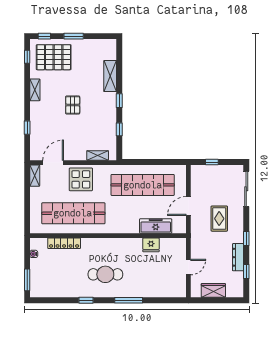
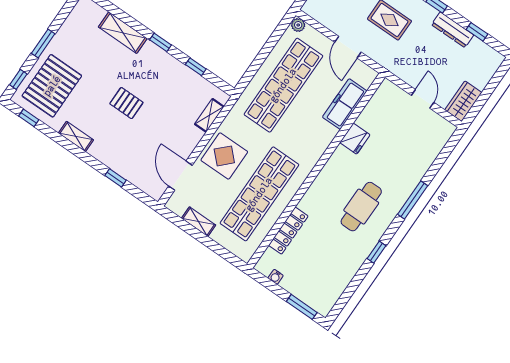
plant: (182, 170) -> (298, 25), added
shelving: (35, 176) -> (199, 222), moved
fridge: (151, 245) -> (355, 139), moved
wardrobe: (213, 290) -> (463, 101), moved

